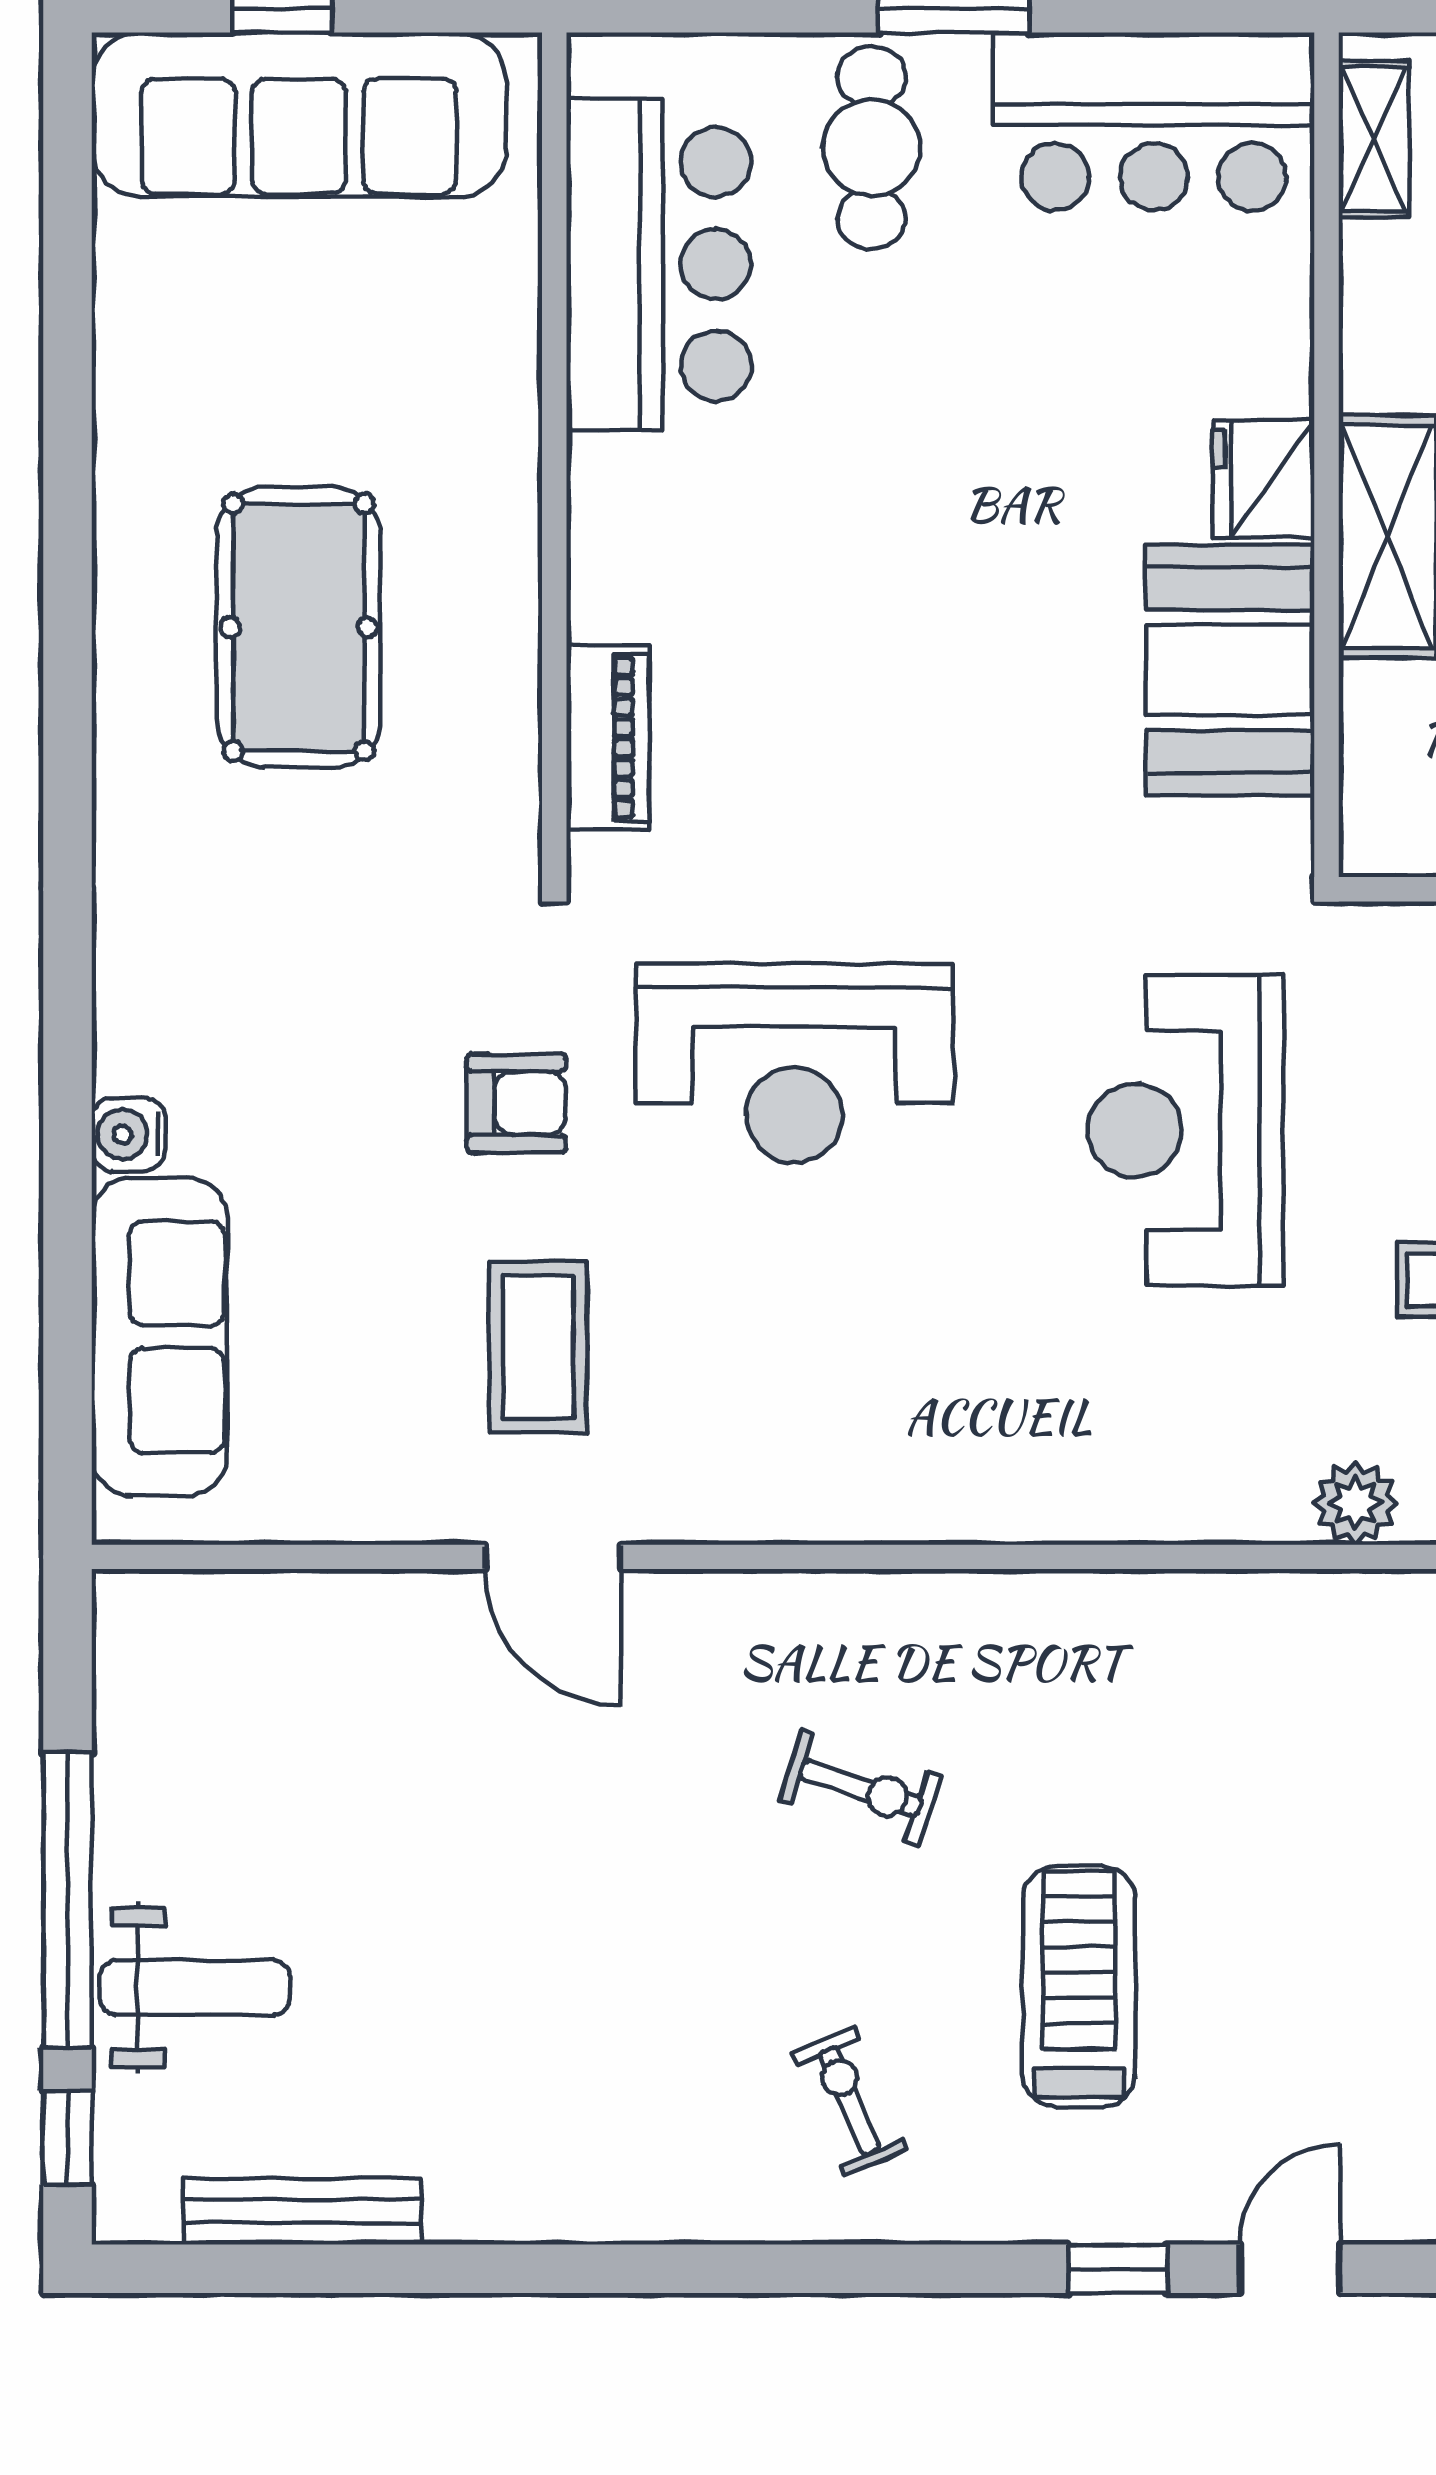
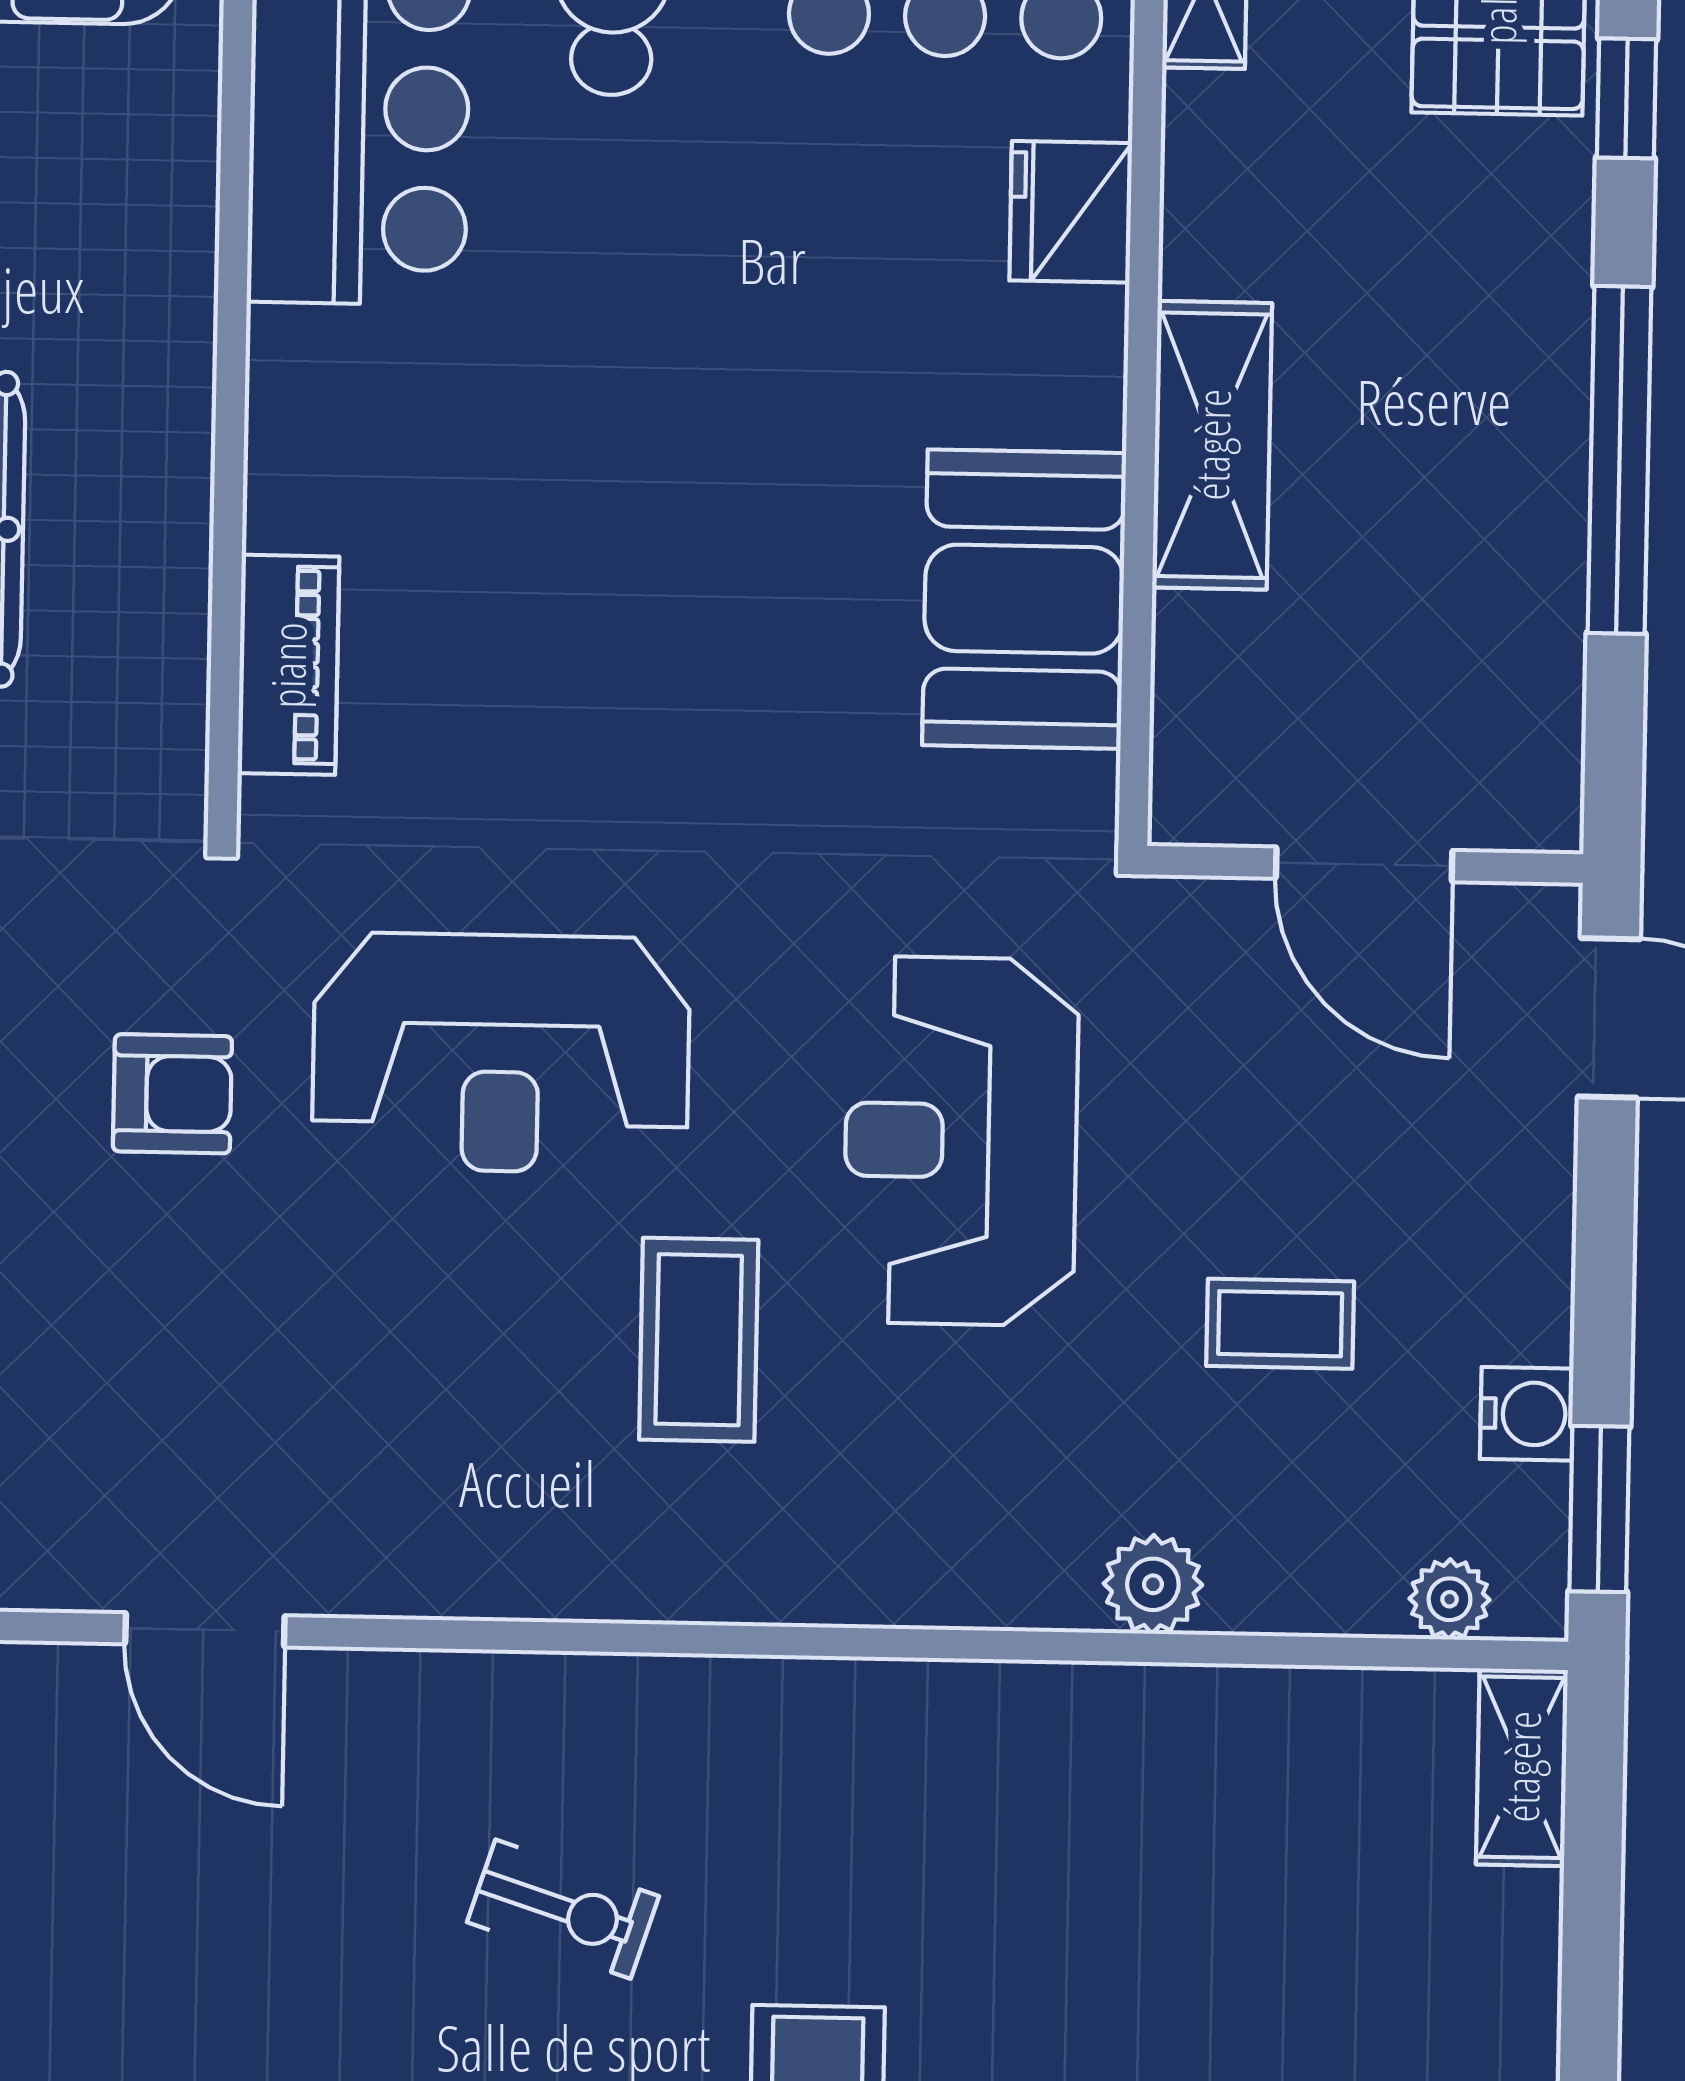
fridge: (1263, 479) -> (1071, 212), moved
coffee table: (538, 1347) -> (699, 1340), moved

